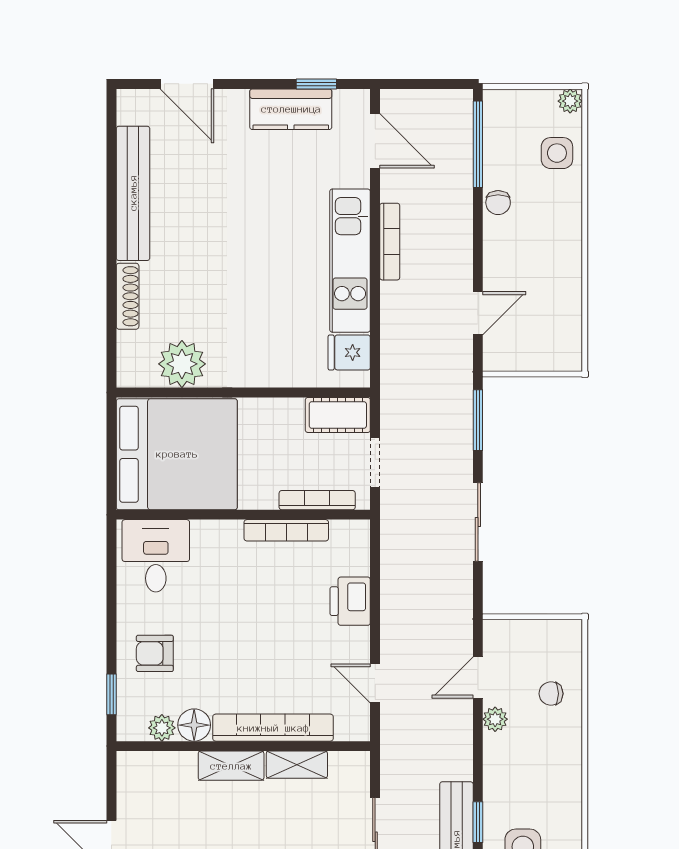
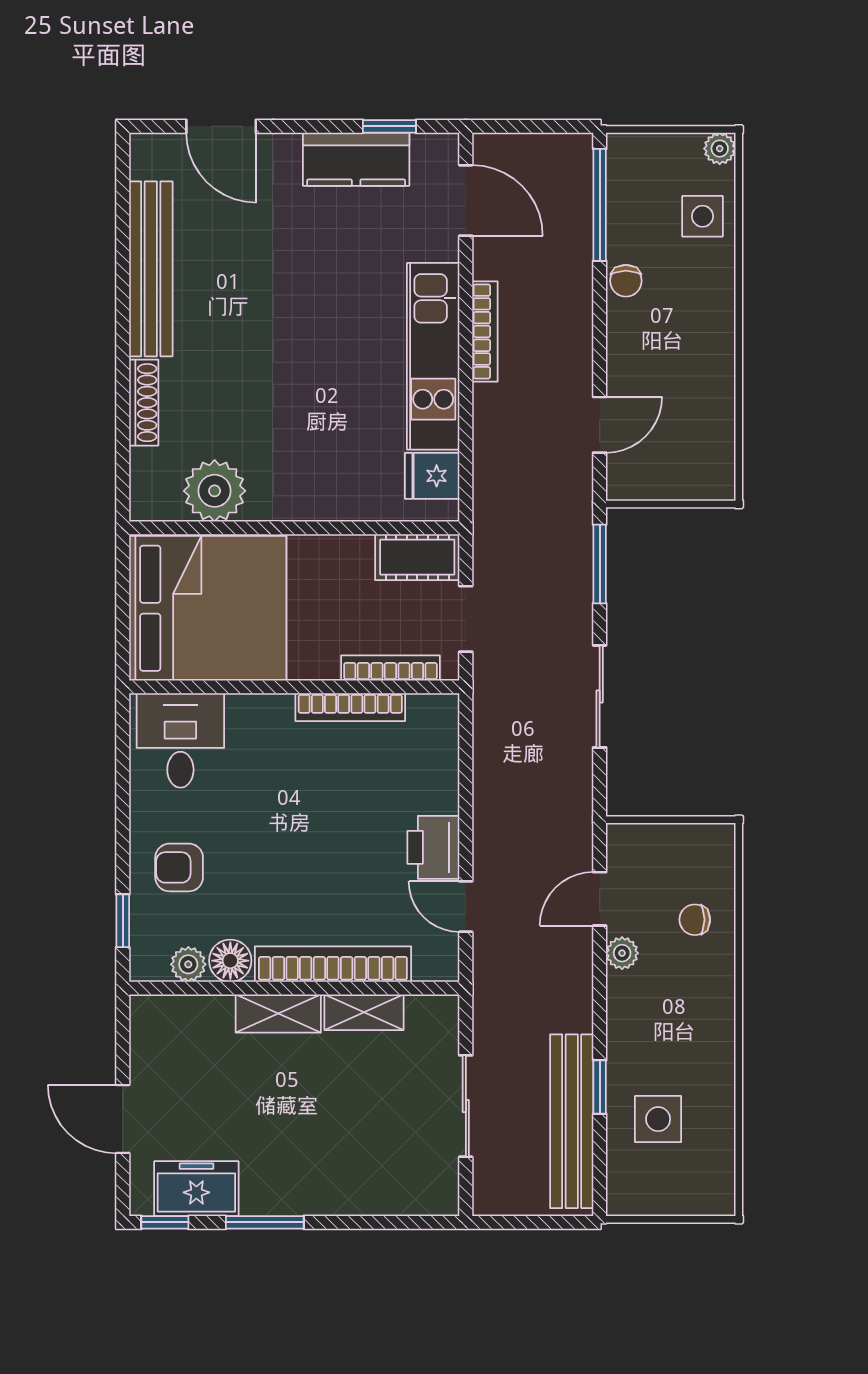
printer: (350, 601) -> (433, 847), moved

